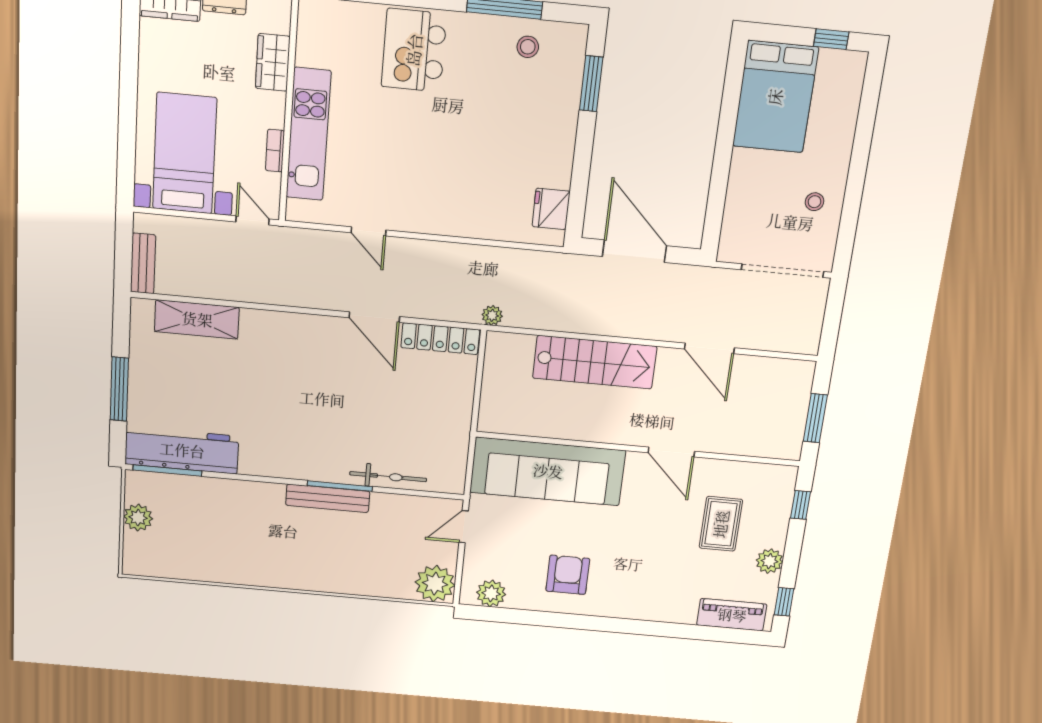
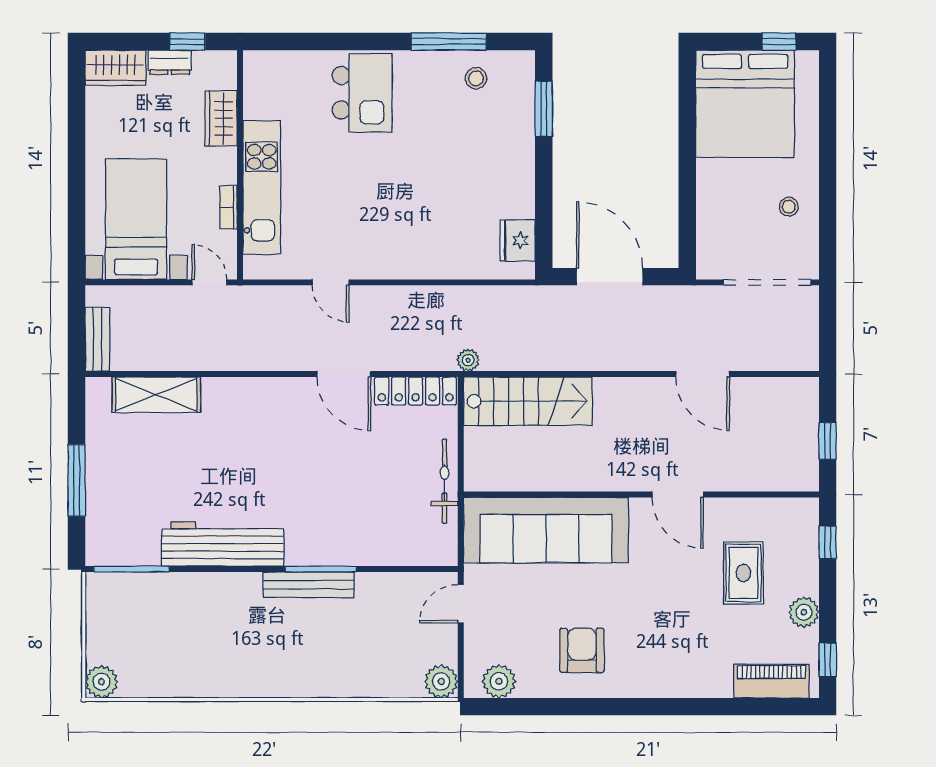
kitchen island: (414, 50) -> (362, 93), turned 180
bed: (775, 97) -> (745, 104), width x1.36
stairs: (595, 362) -> (528, 401), moved
window: (815, 418) -> (828, 441), width x0.67
workbench: (182, 450) -> (223, 544), moved
bicycle: (388, 477) -> (445, 481), moved, turned -90
plant: (138, 518) -> (101, 682), moved
plant: (435, 584) -> (441, 681), width x0.73, depth x0.73

